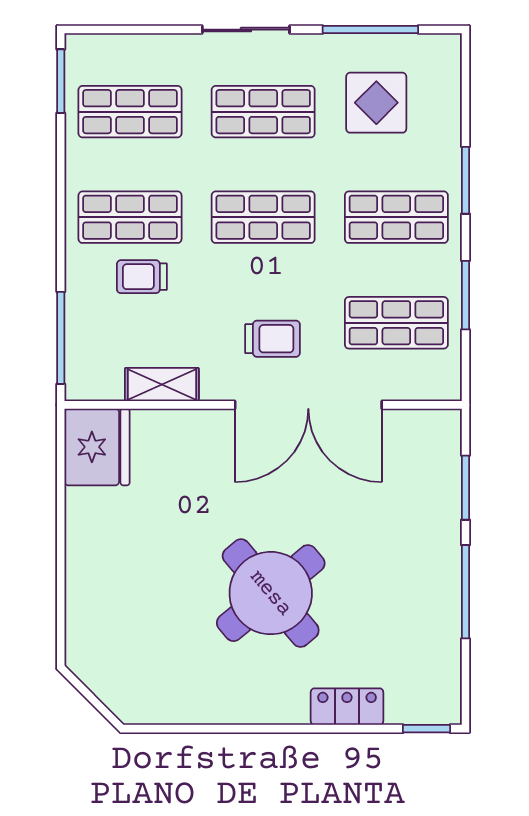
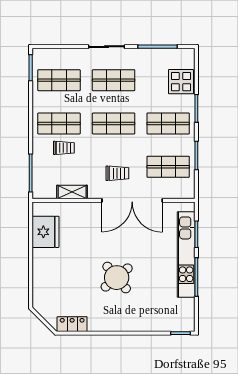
display table: (376, 103) -> (181, 82), moved
trolley: (142, 277) -> (64, 148), turned 180
fridge: (97, 447) -> (45, 232), moved
kitchen unit: (440, 537) -> (186, 254), added
round table: (271, 593) -> (117, 278), width x0.73, depth x0.73
locker: (347, 707) -> (72, 324), moved

